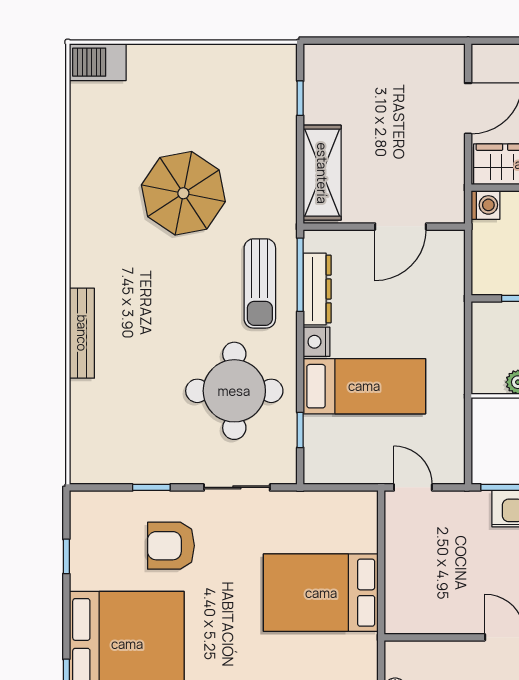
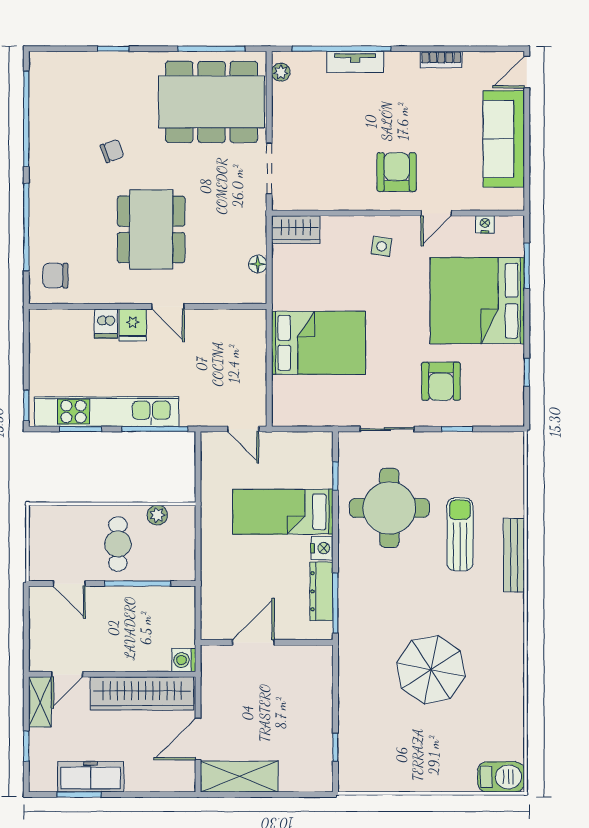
shelving: (322, 173) -> (239, 777), moved, turned 90
sun lounger: (260, 283) -> (460, 534), moved
armchair: (171, 546) -> (441, 381), turned 90

